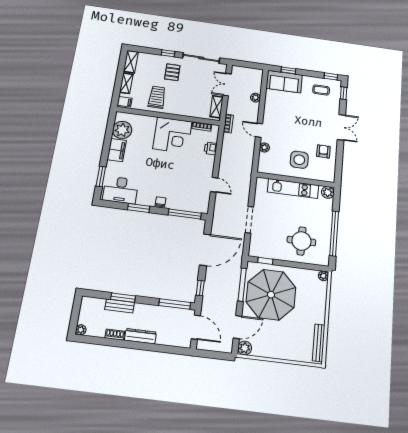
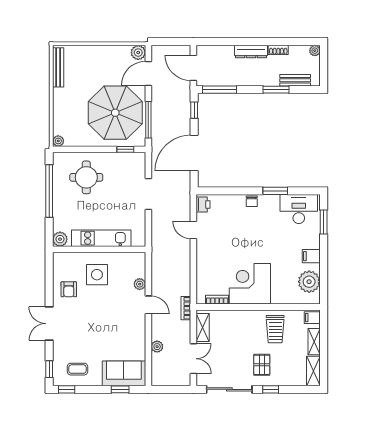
printer: (211, 148) -> (203, 205), moved
filing cabinet: (117, 150) -> (311, 256), width x0.50
window: (185, 214) -> (222, 191), removed
bench: (120, 306) -> (295, 80), moved

